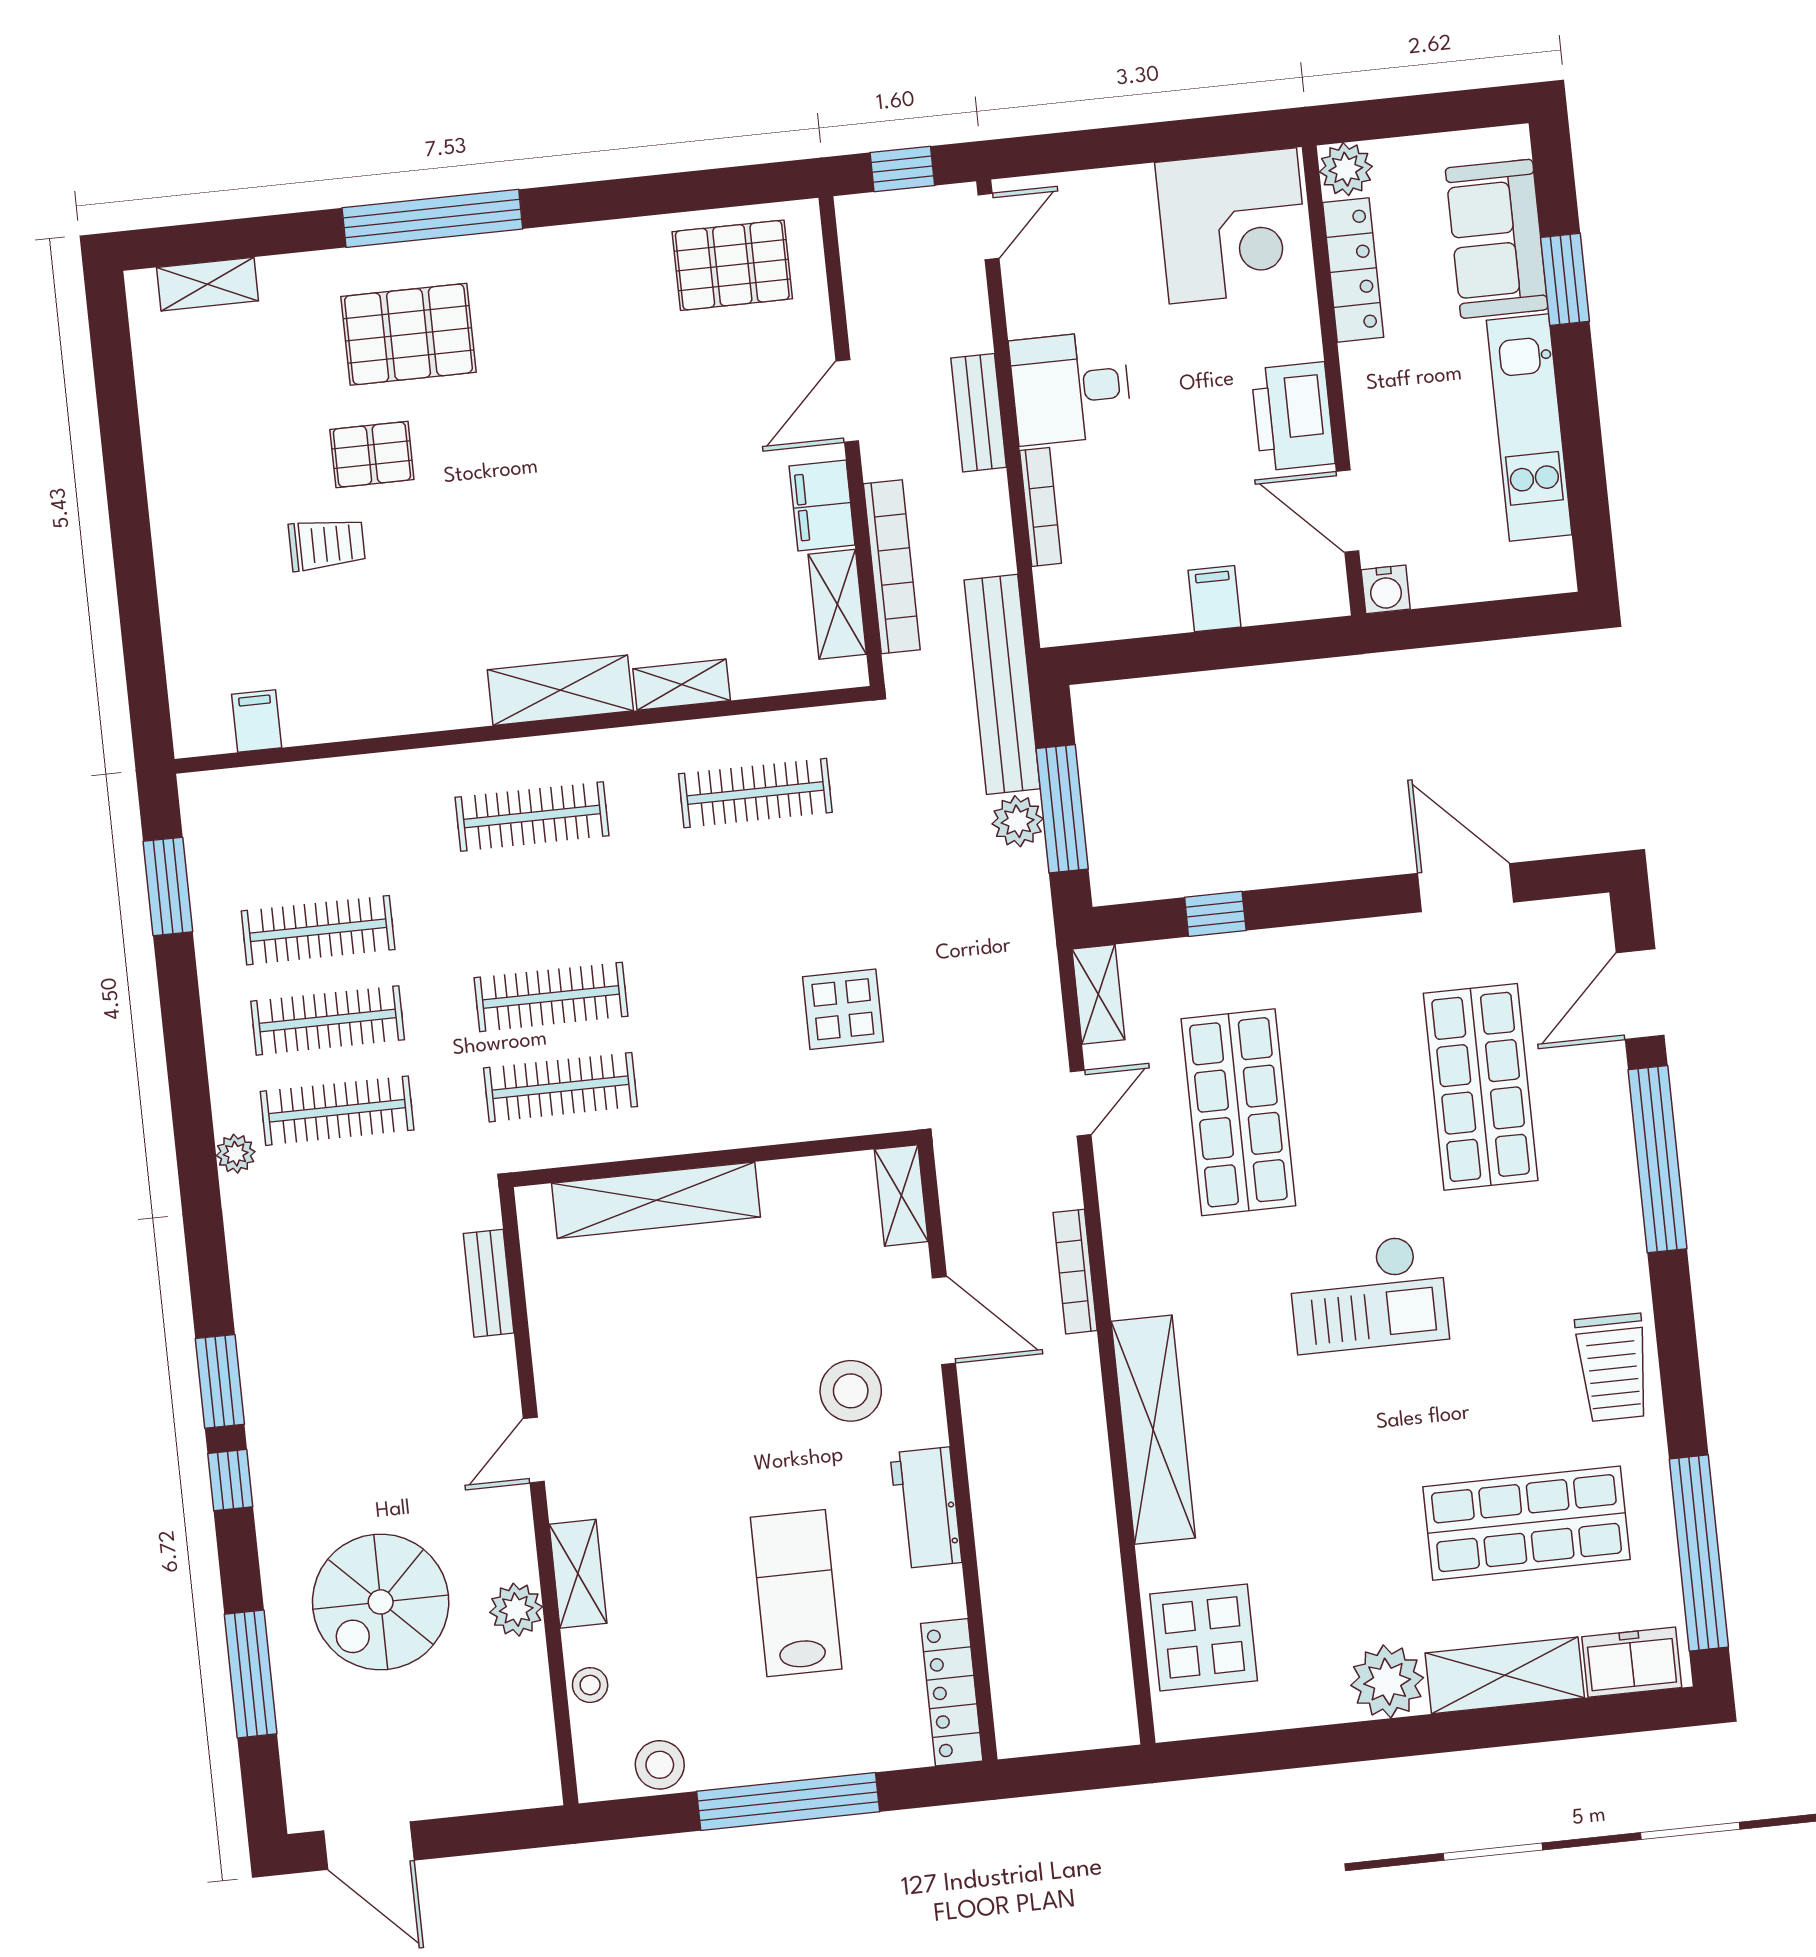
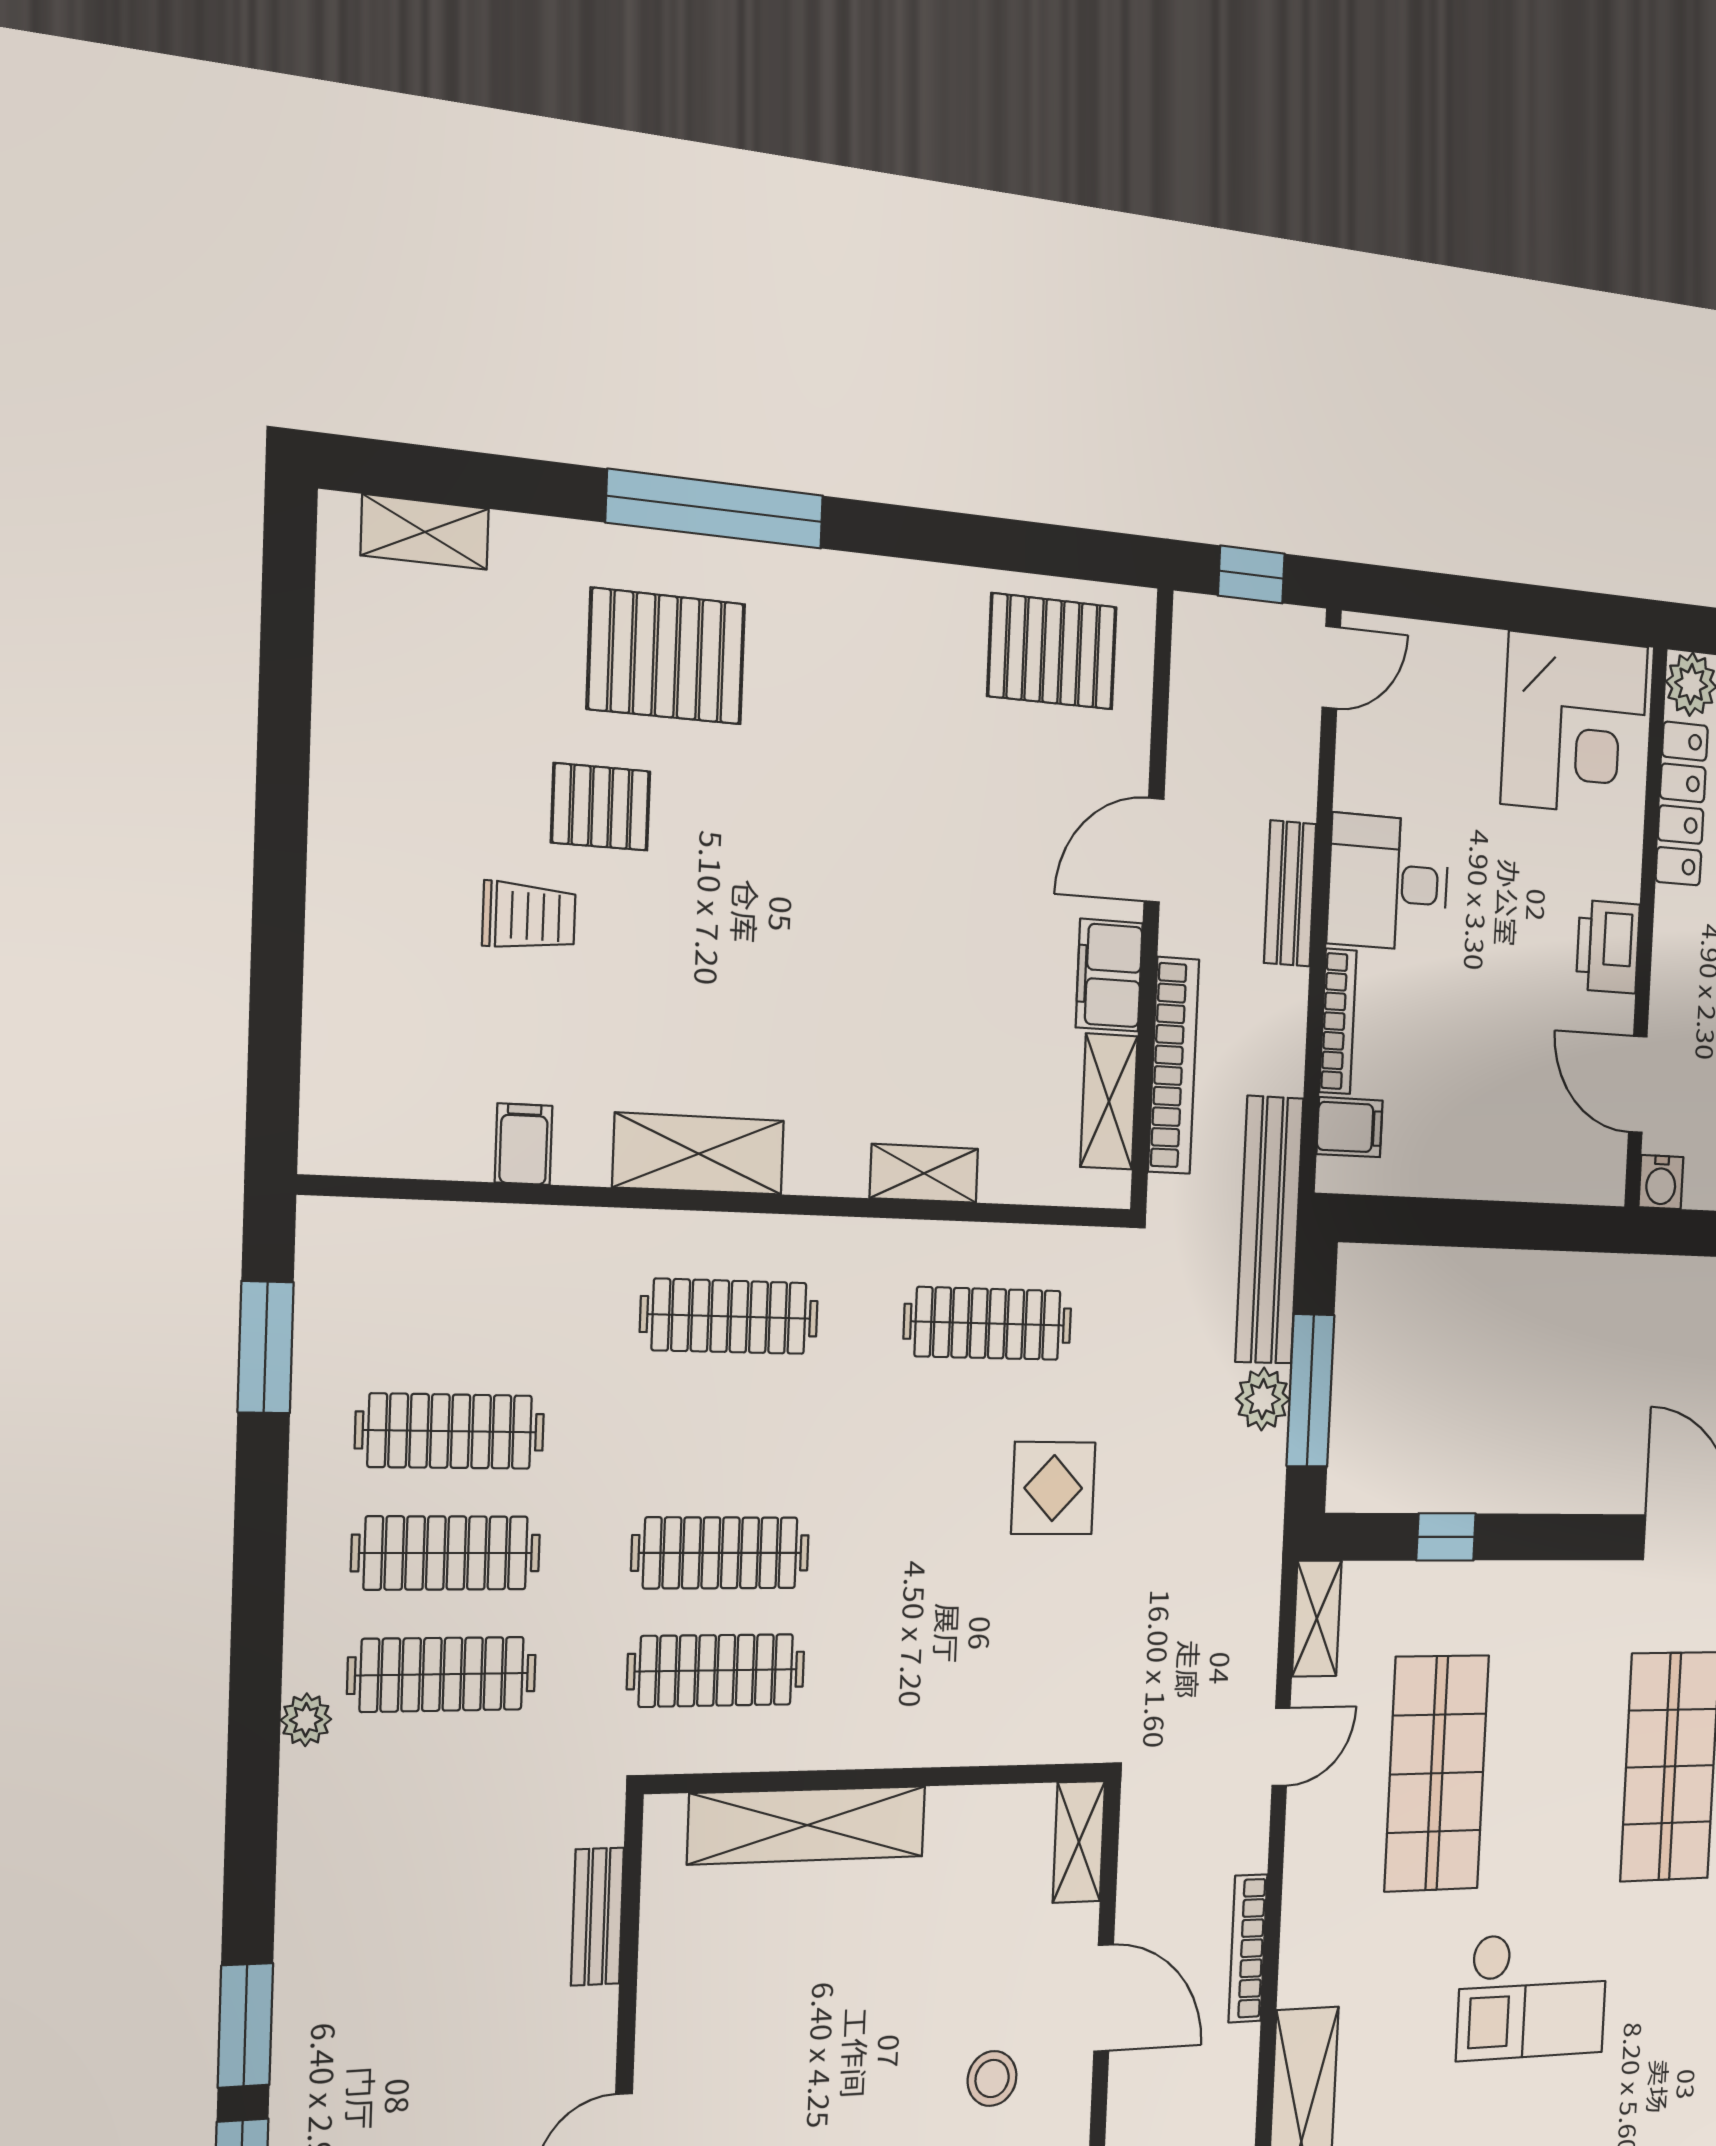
printer: (1293, 416) -> (1608, 947), width x0.73, depth x0.84
filing cabinet: (1214, 599) -> (1350, 1127), moved, turned 90
shelving: (560, 690) -> (699, 1154), moved
filing cabinet: (257, 721) -> (524, 1144), moved
display table: (843, 1009) -> (1053, 1488), moved
stool: (851, 1391) -> (992, 2078), width x0.73, depth x0.73

